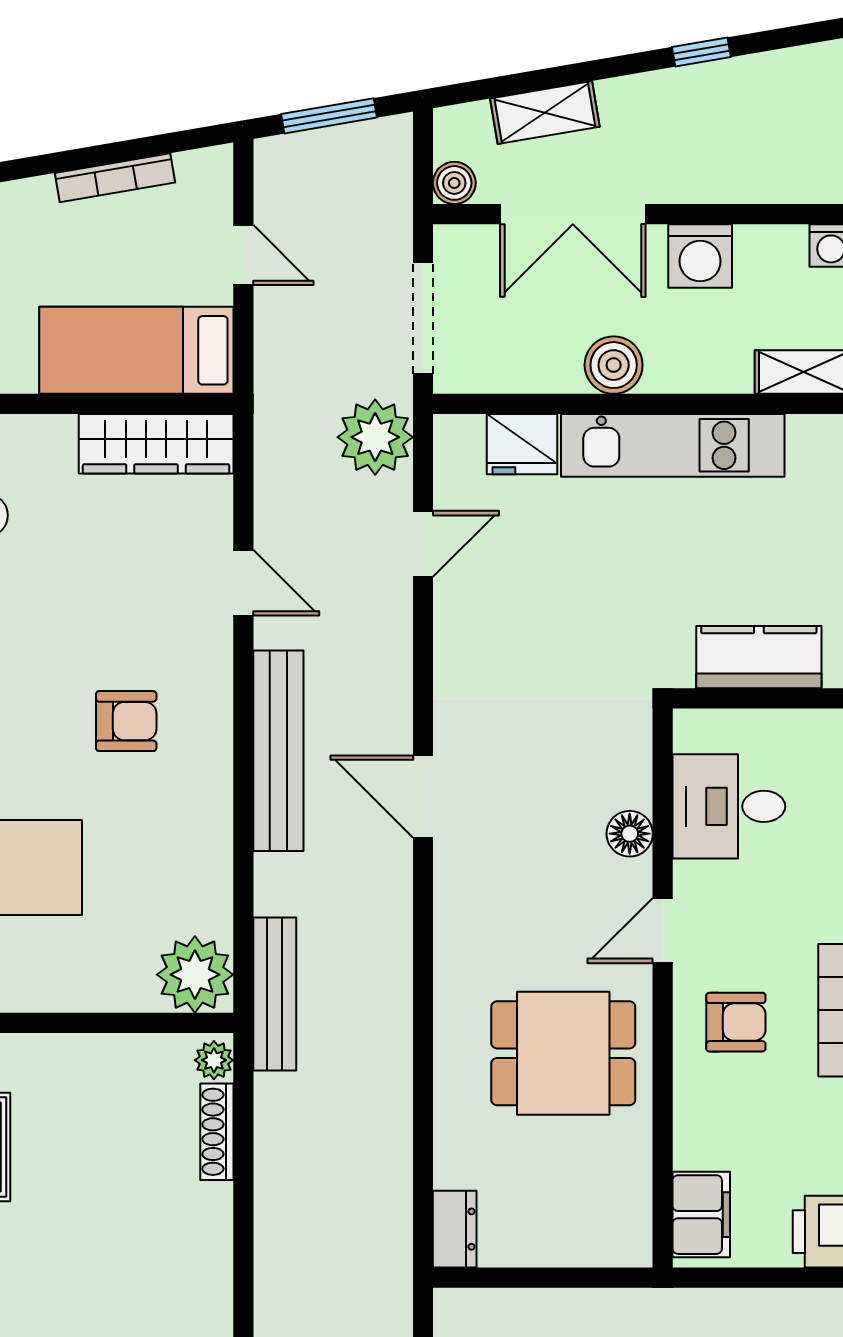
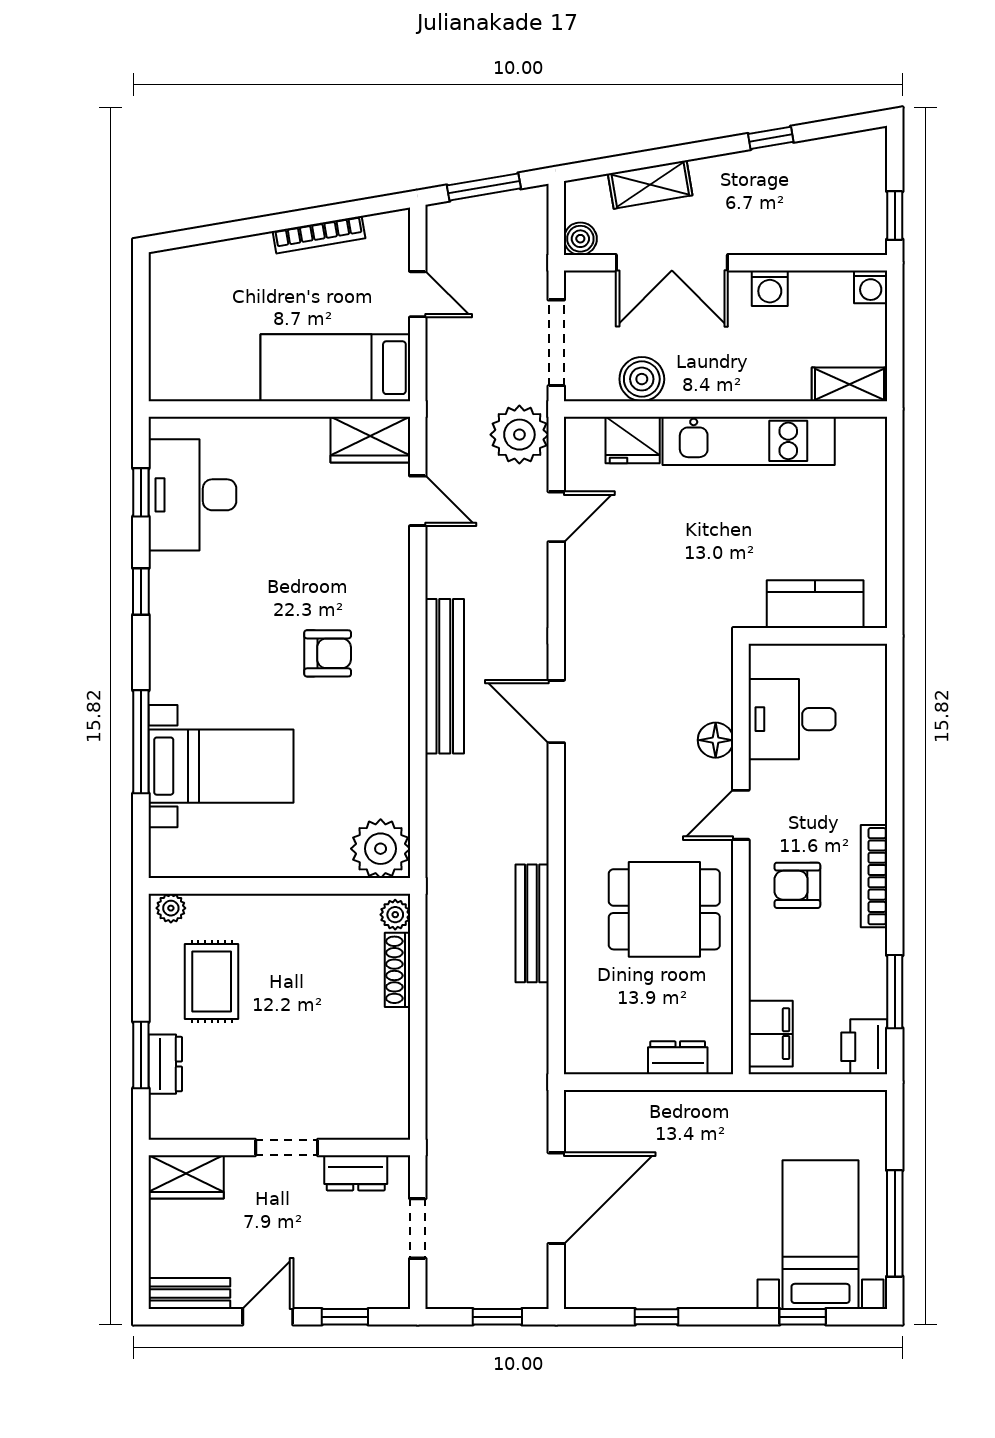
washing machine: (700, 256) -> (770, 288), width x0.73, depth x0.73
boiler: (614, 365) -> (642, 379), moved
wardrobe: (156, 444) -> (370, 440), width x0.67
door: (243, 583) -> (418, 501), moved
bench: (275, 994) -> (532, 923), moved
armchair: (736, 1022) -> (797, 885), turned 180
dresser: (455, 1229) -> (678, 1058), moved, turned -90

